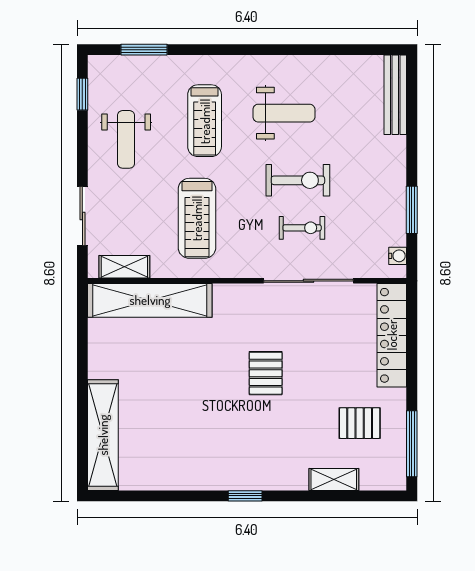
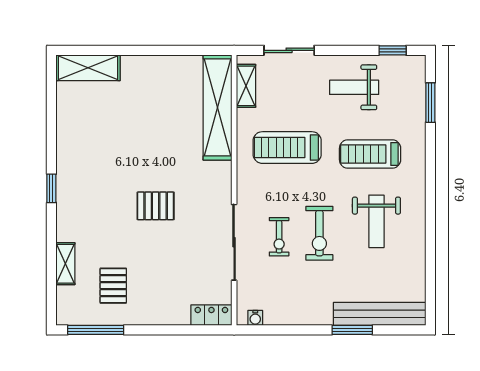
bench: (395, 95) -> (380, 314), width x1.37, depth x1.21
window: (412, 210) -> (352, 330), moved
locker: (392, 335) -> (211, 315), width x0.46, depth x0.83
shelving: (103, 435) -> (88, 68), width x0.68

